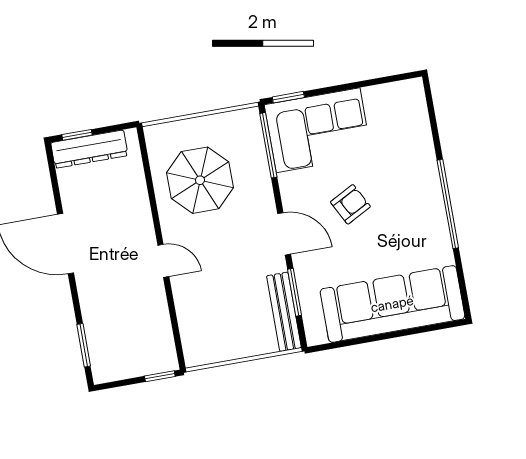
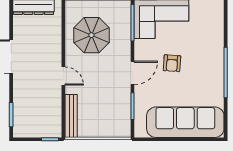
armchair: (350, 204) -> (172, 63), turned 122
door: (284, 234) -> (132, 73), hinge flipped
bench: (284, 312) -> (71, 116), moved

